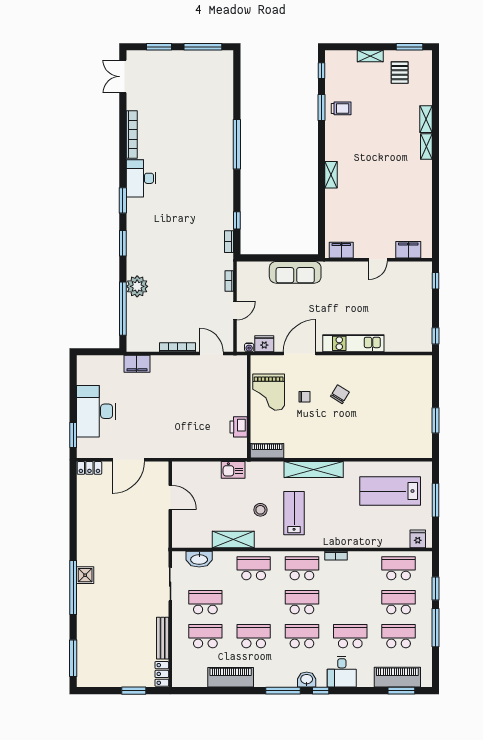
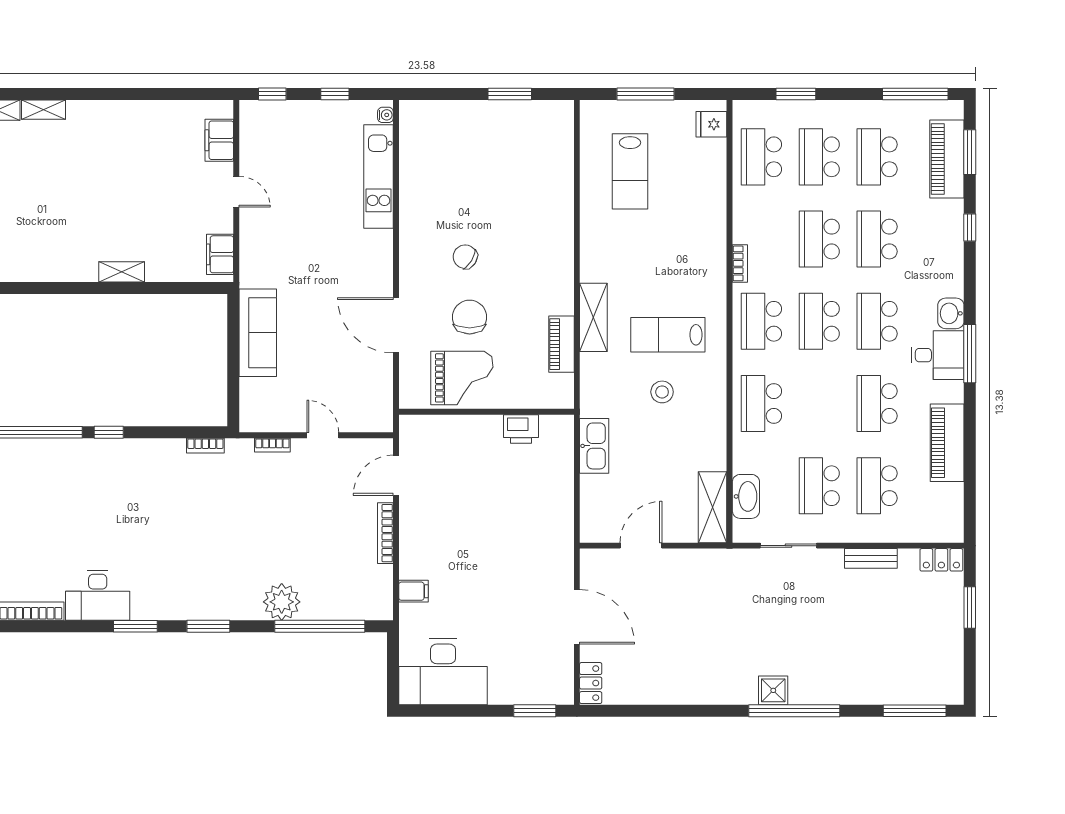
shelving: (331, 175) -> (122, 272), moved
window: (237, 220) -> (109, 432), moved
window: (436, 336) -> (335, 94), moved
kitchen unit: (353, 343) -> (379, 176), moved
fridge: (264, 344) -> (379, 385), removed
water cooler: (249, 347) -> (385, 115), moved
filing cabinet: (137, 364) -> (413, 591), width x0.50
chair: (304, 397) -> (470, 317), width x1.87, depth x1.87
desk: (96, 411) -> (443, 672), moved
piano: (267, 451) -> (561, 344), moved
kitchen sink: (233, 470) -> (594, 446), width x1.38
shelving: (314, 470) -> (593, 317), width x0.68
lab bench: (390, 491) -> (630, 171), width x0.73, depth x0.72
shelving: (233, 539) -> (713, 507), moved
school desk: (350, 602) -> (819, 239), added
window: (436, 628) -> (915, 94), moved
bench: (163, 638) -> (871, 558), width x0.73
desk: (342, 672) -> (938, 355), moved
window: (321, 691) -> (970, 227), moved

